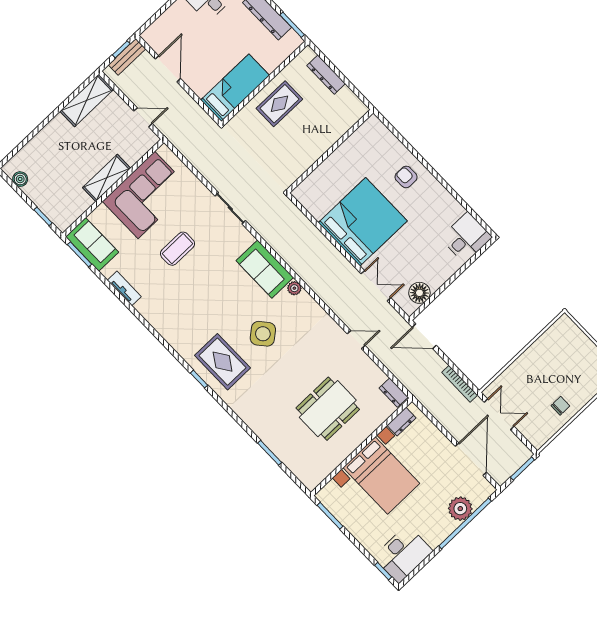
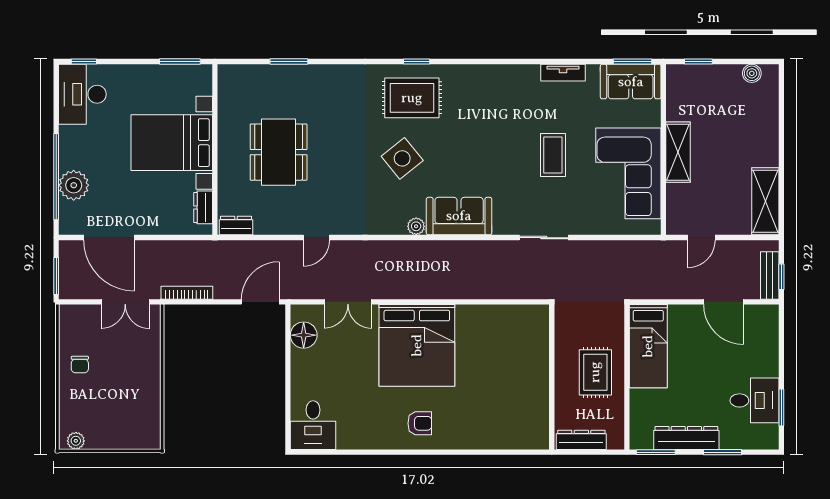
wall: (330, 151) -> (552, 377), moved

